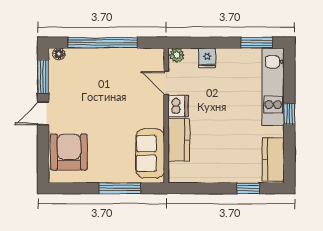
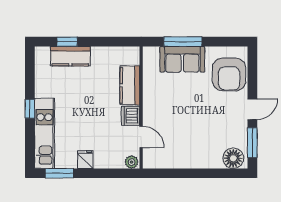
window: (103, 43) -> (199, 173), removed
floor lamp: (59, 54) -> (233, 158), width x1.89, depth x1.89
fridge: (207, 58) -> (85, 159), moved
sofa: (150, 153) -> (182, 59), moved, turned 90
kitchen counter: (273, 160) -> (70, 56), moved, turned 90

